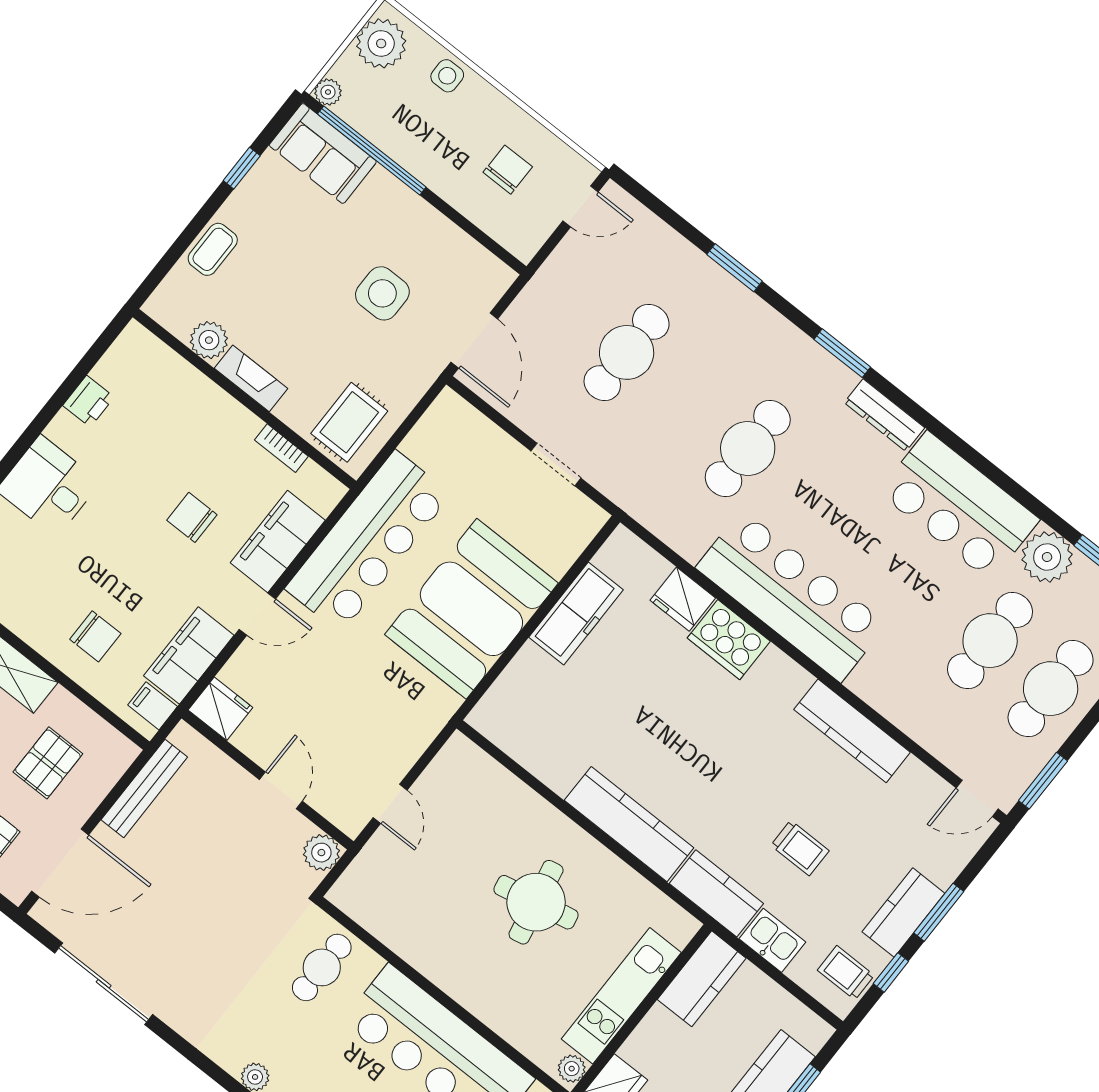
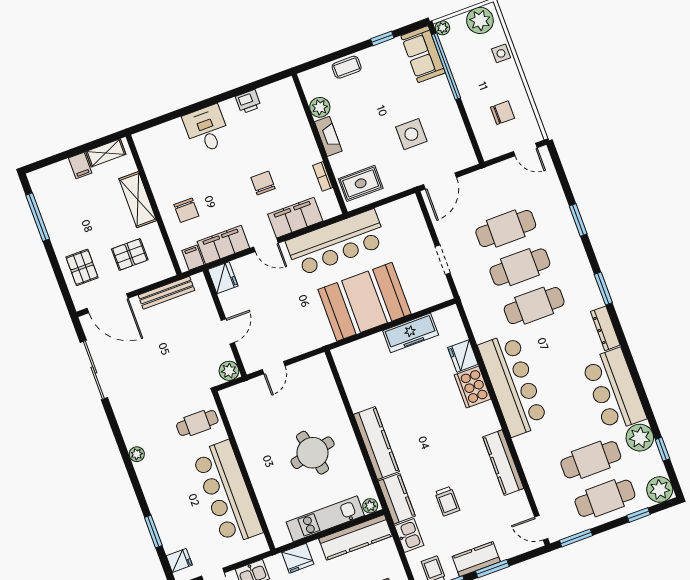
cafe table: (687, 400) -> (520, 267), added
kitchen counter: (702, 979) -> (355, 537), width x1.50
plant: (572, 1069) -> (370, 506), moved

